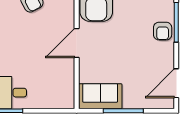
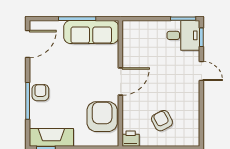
sofa: (100, 96) -> (91, 32), width x1.36

